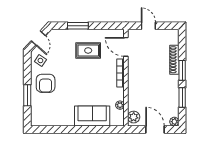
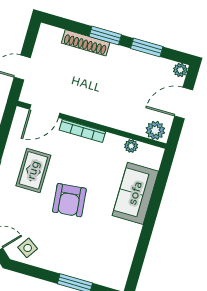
armchair: (46, 83) -> (69, 200), moved, turned 84

